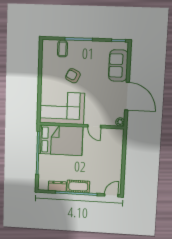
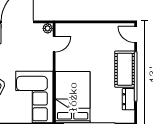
door: (94, 126) -> (54, 44), moved
cot: (78, 186) -> (125, 69), width x1.37, depth x1.34

